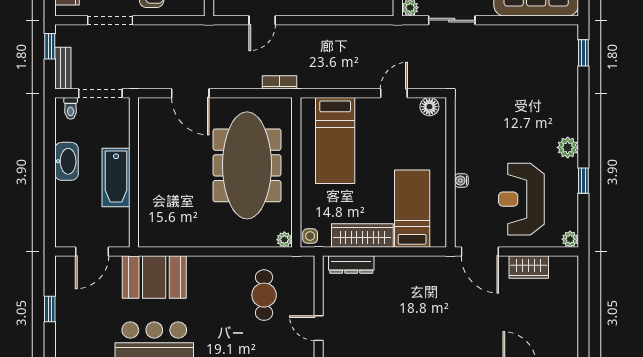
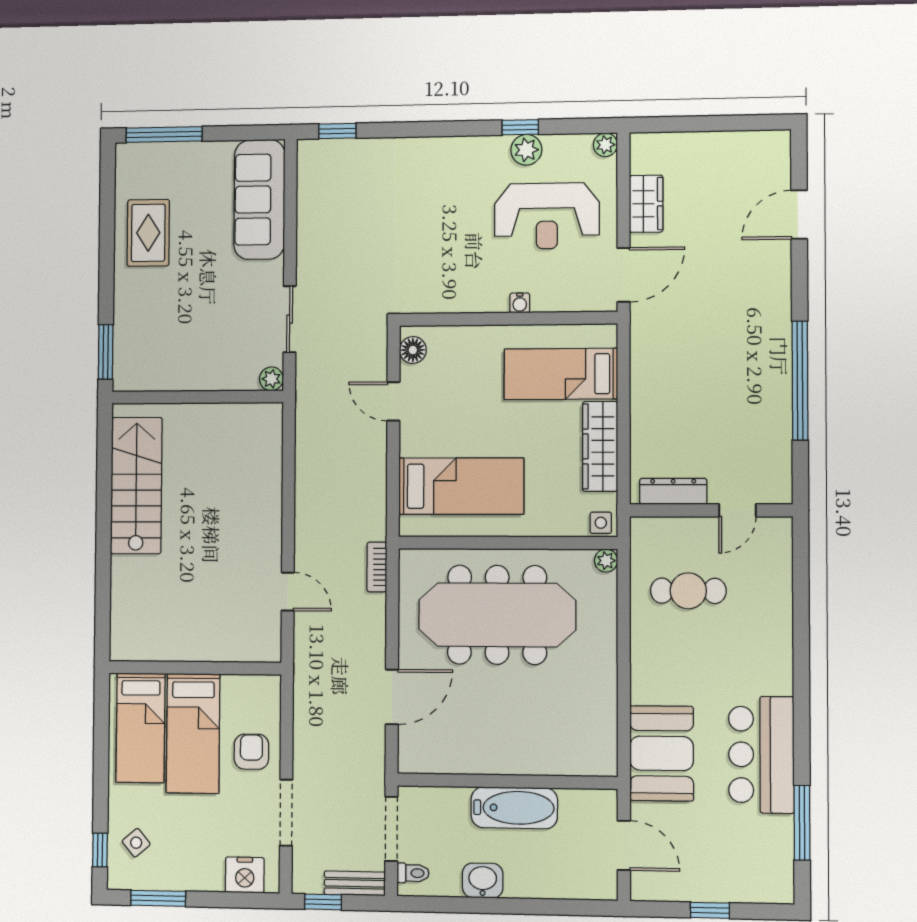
plant: (568, 147) -> (526, 150), moved
washbasin: (66, 161) -> (483, 881), width x0.72
dresser: (351, 264) -> (673, 491), moved, turned -90

